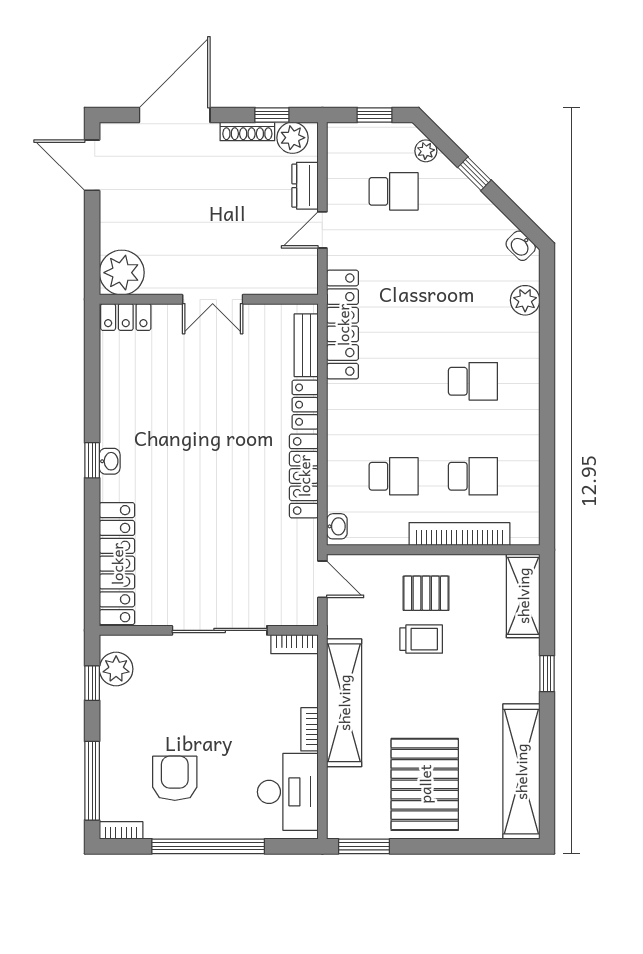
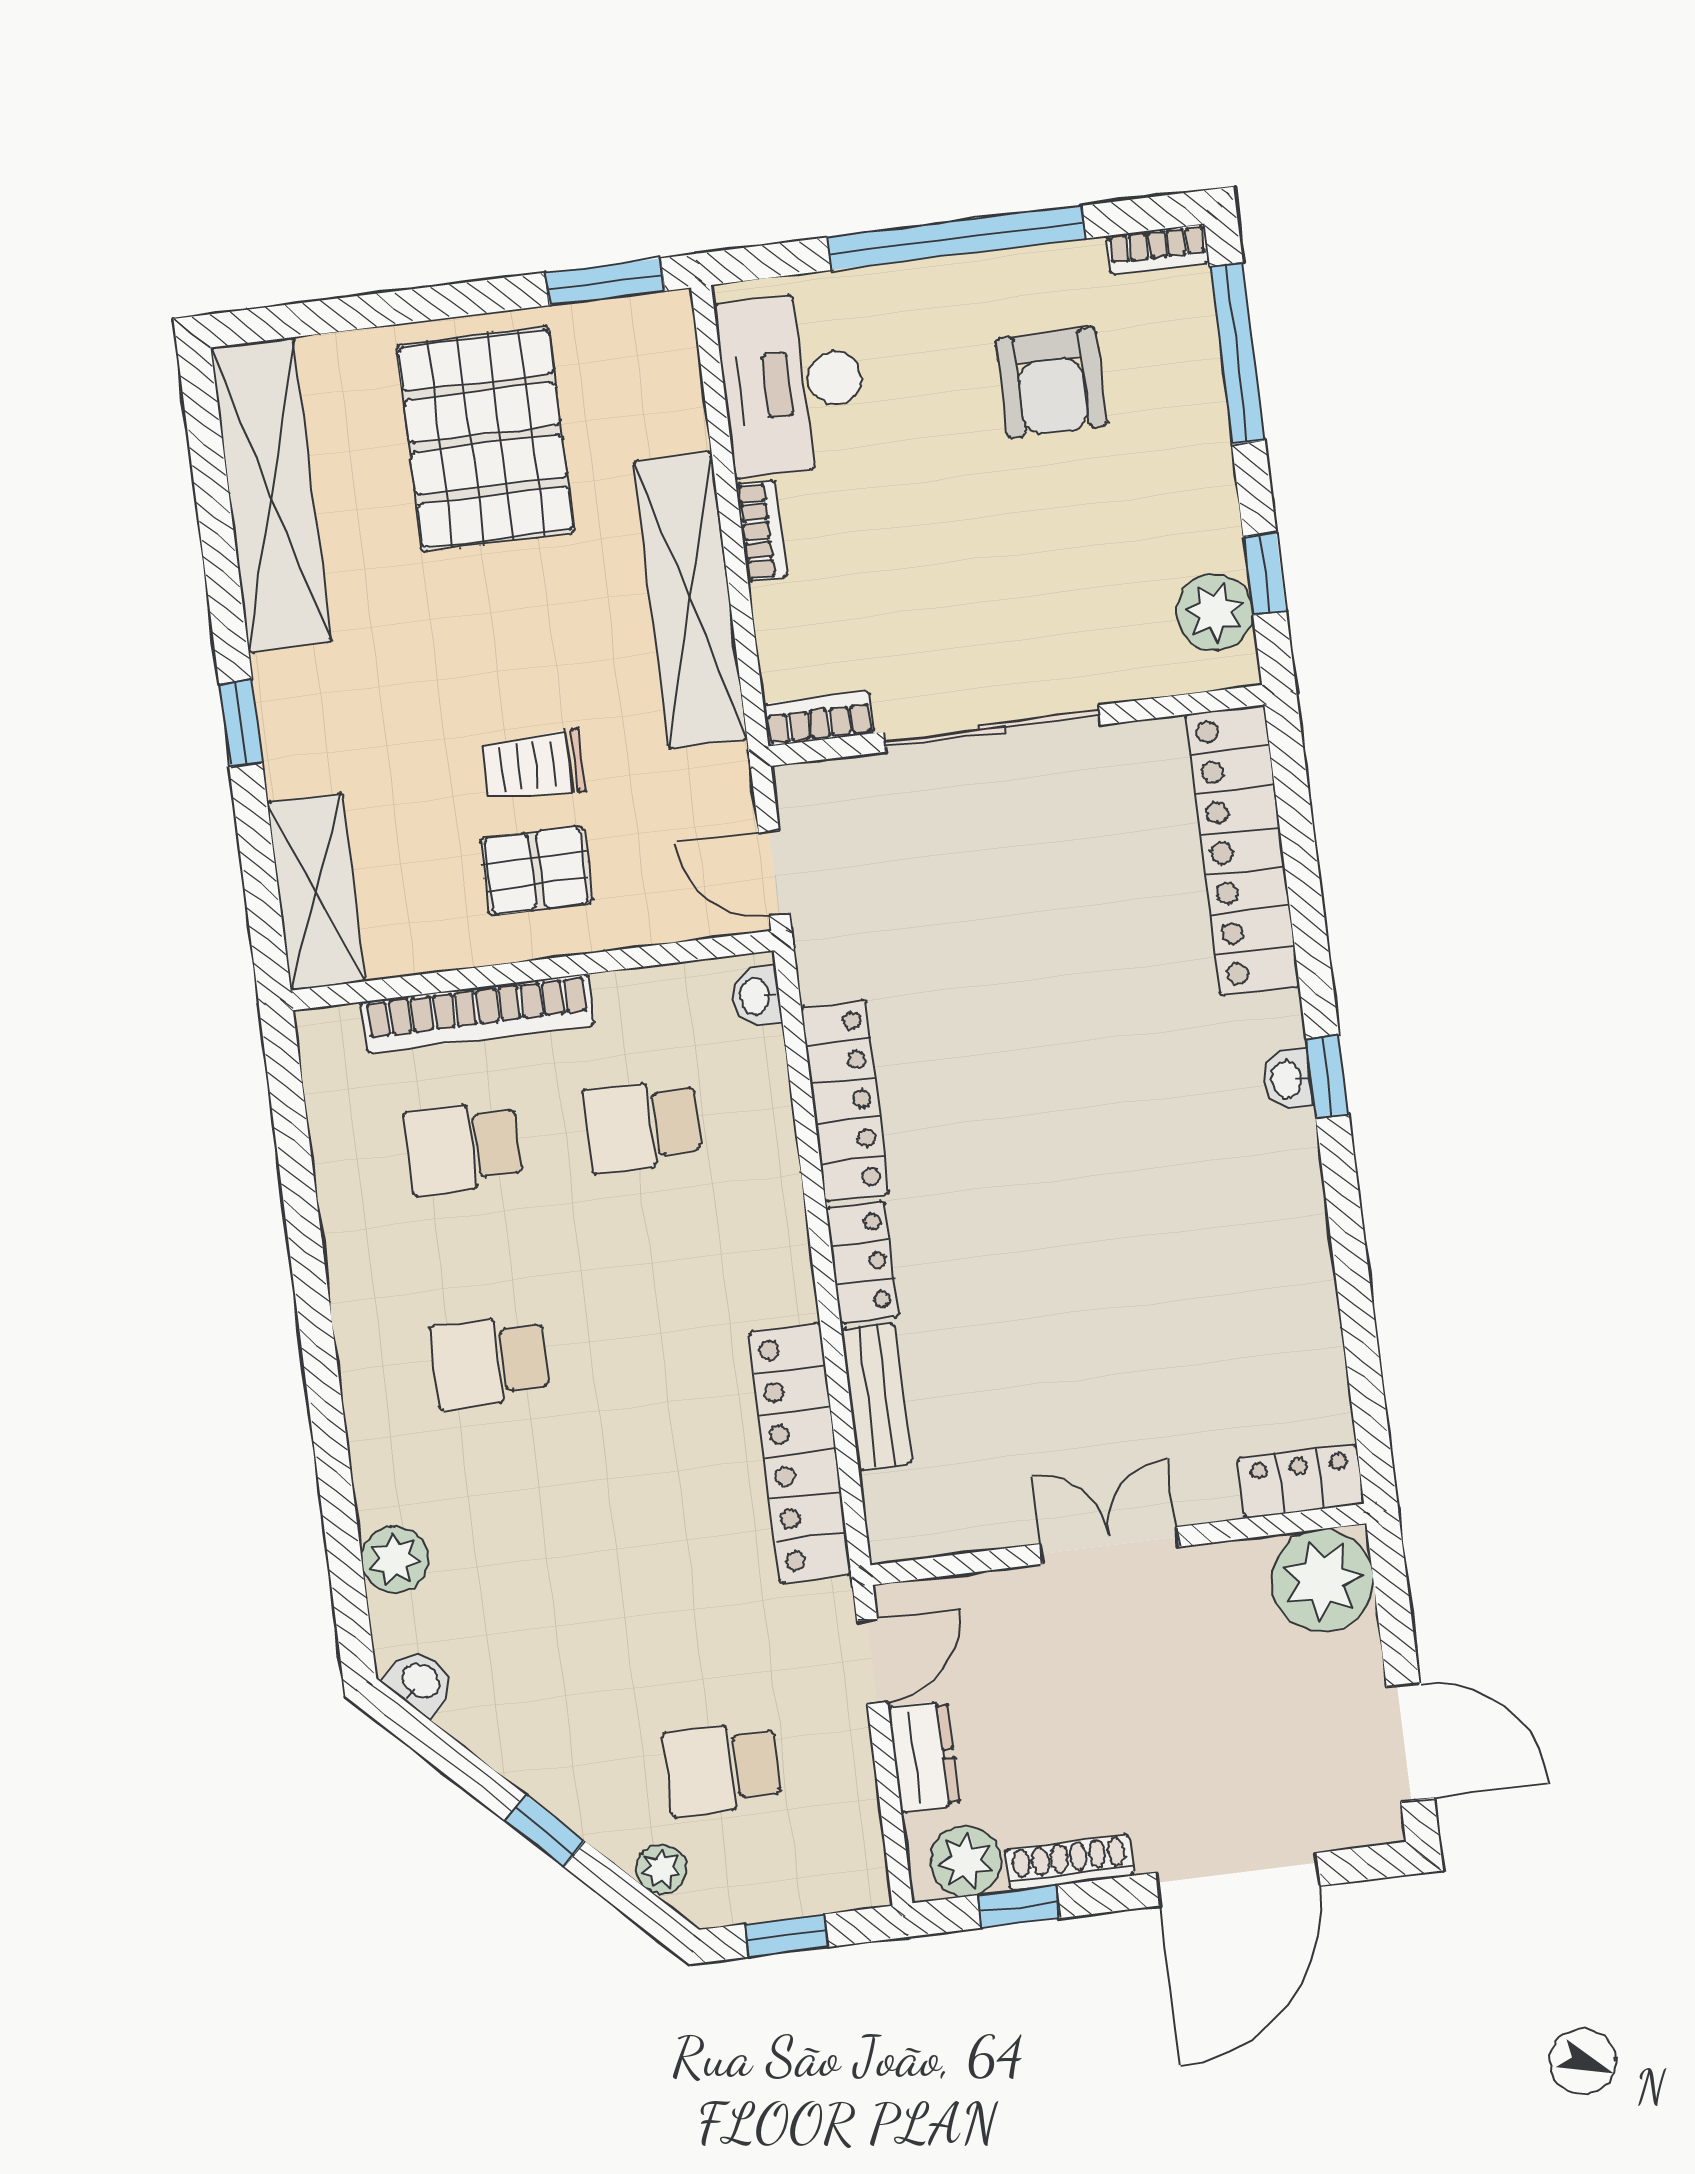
plant: (122, 273) -> (1322, 1580), moved
wall: (209, 299) -> (1118, 1544), moved
double door: (213, 299) -> (1110, 1545), moved
locker: (126, 317) -> (1301, 1481), moved

